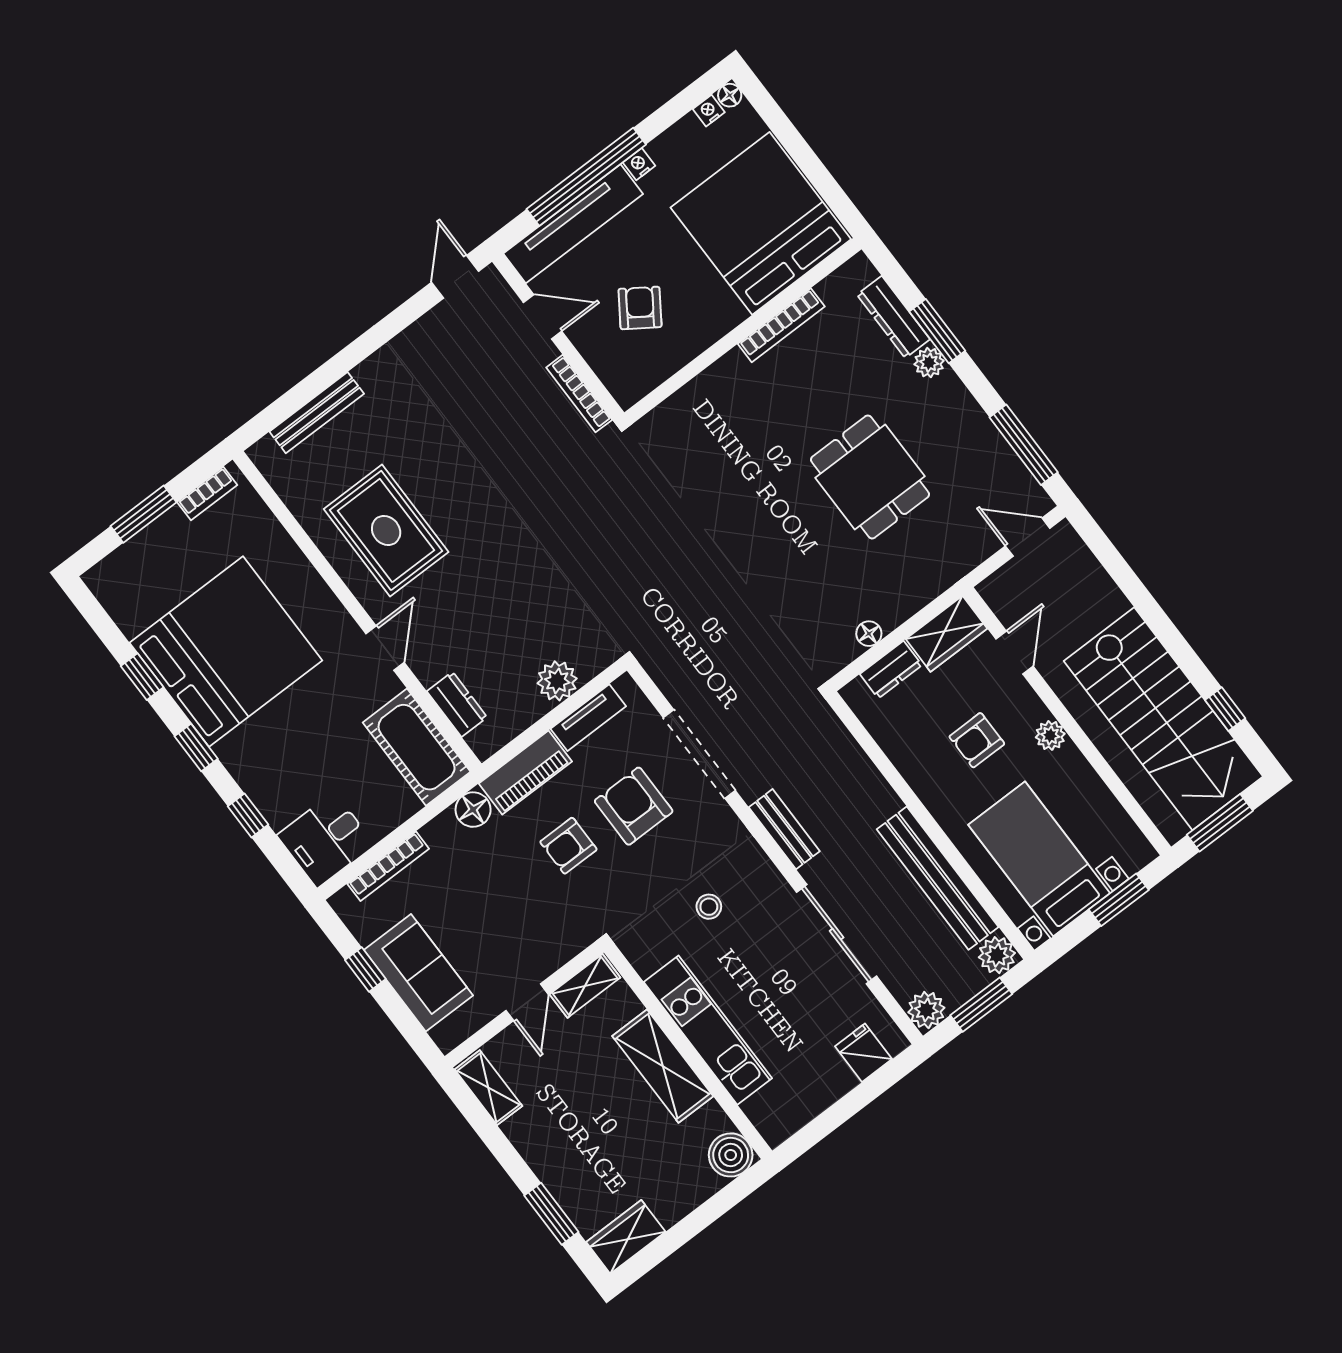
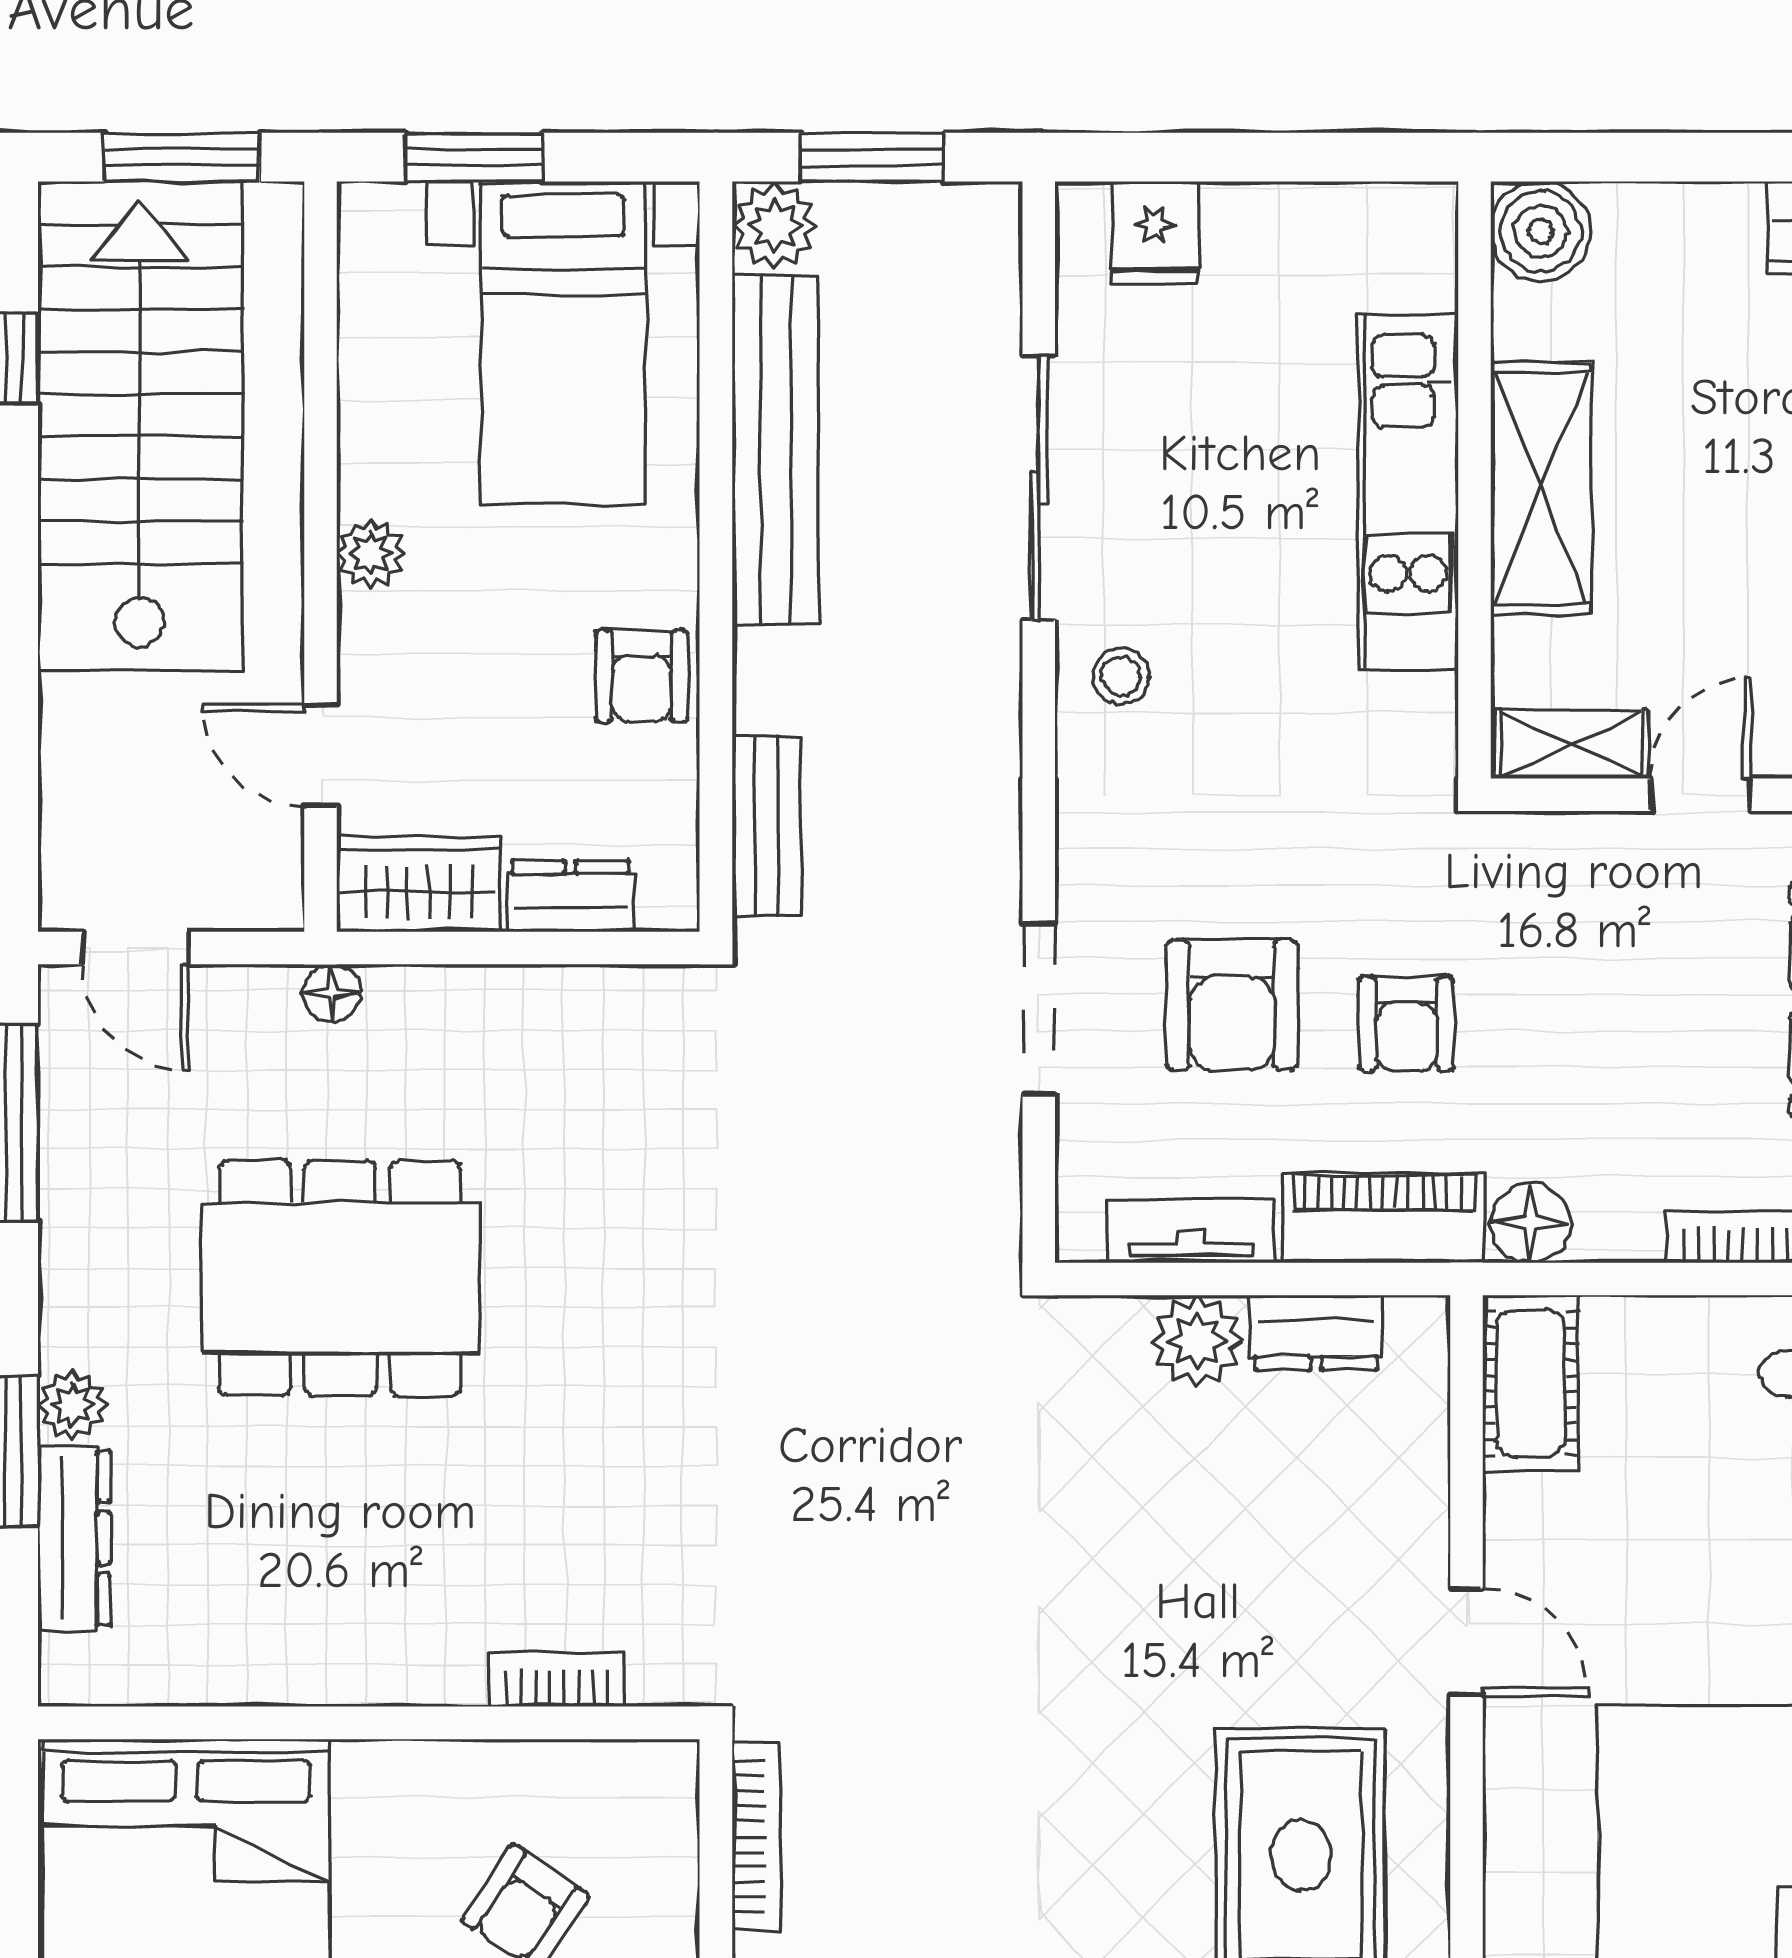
bookcase: (781, 325) -> (557, 1680), moved, width x0.64
dining table: (870, 477) -> (340, 1278), width x1.37
floor lamp: (869, 634) -> (331, 993), moved
door: (385, 648) -> (1466, 1641), swing flipped
door: (1014, 653) -> (320, 755), hinge flipped
dresser: (457, 704) -> (1316, 1333), moved, turned -90
armchair: (977, 740) -> (642, 676), moved, turned 90
cot: (417, 747) -> (1531, 1383), width x0.73, depth x0.75
doorway: (699, 754) -> (1039, 1009), width x0.73
bench: (784, 829) -> (766, 826), moved
armchair: (568, 846) -> (1406, 1024), turned 90
stool: (709, 907) -> (1121, 676), moved
plant: (926, 1010) -> (980, 224), removed

